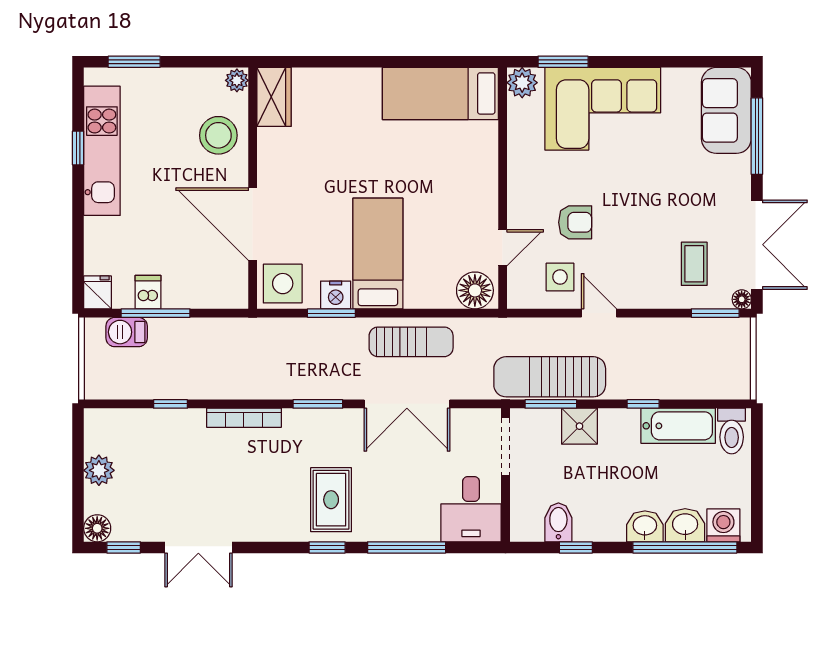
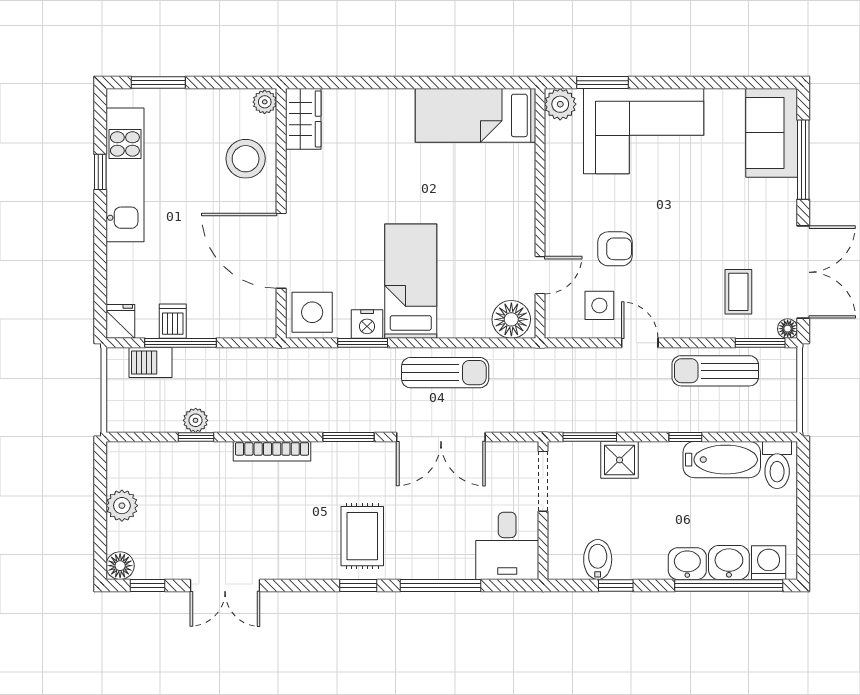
sun lounger: (550, 377) -> (715, 371), moved, width x0.73, depth x0.75
plant: (170, 388) -> (196, 420), added

